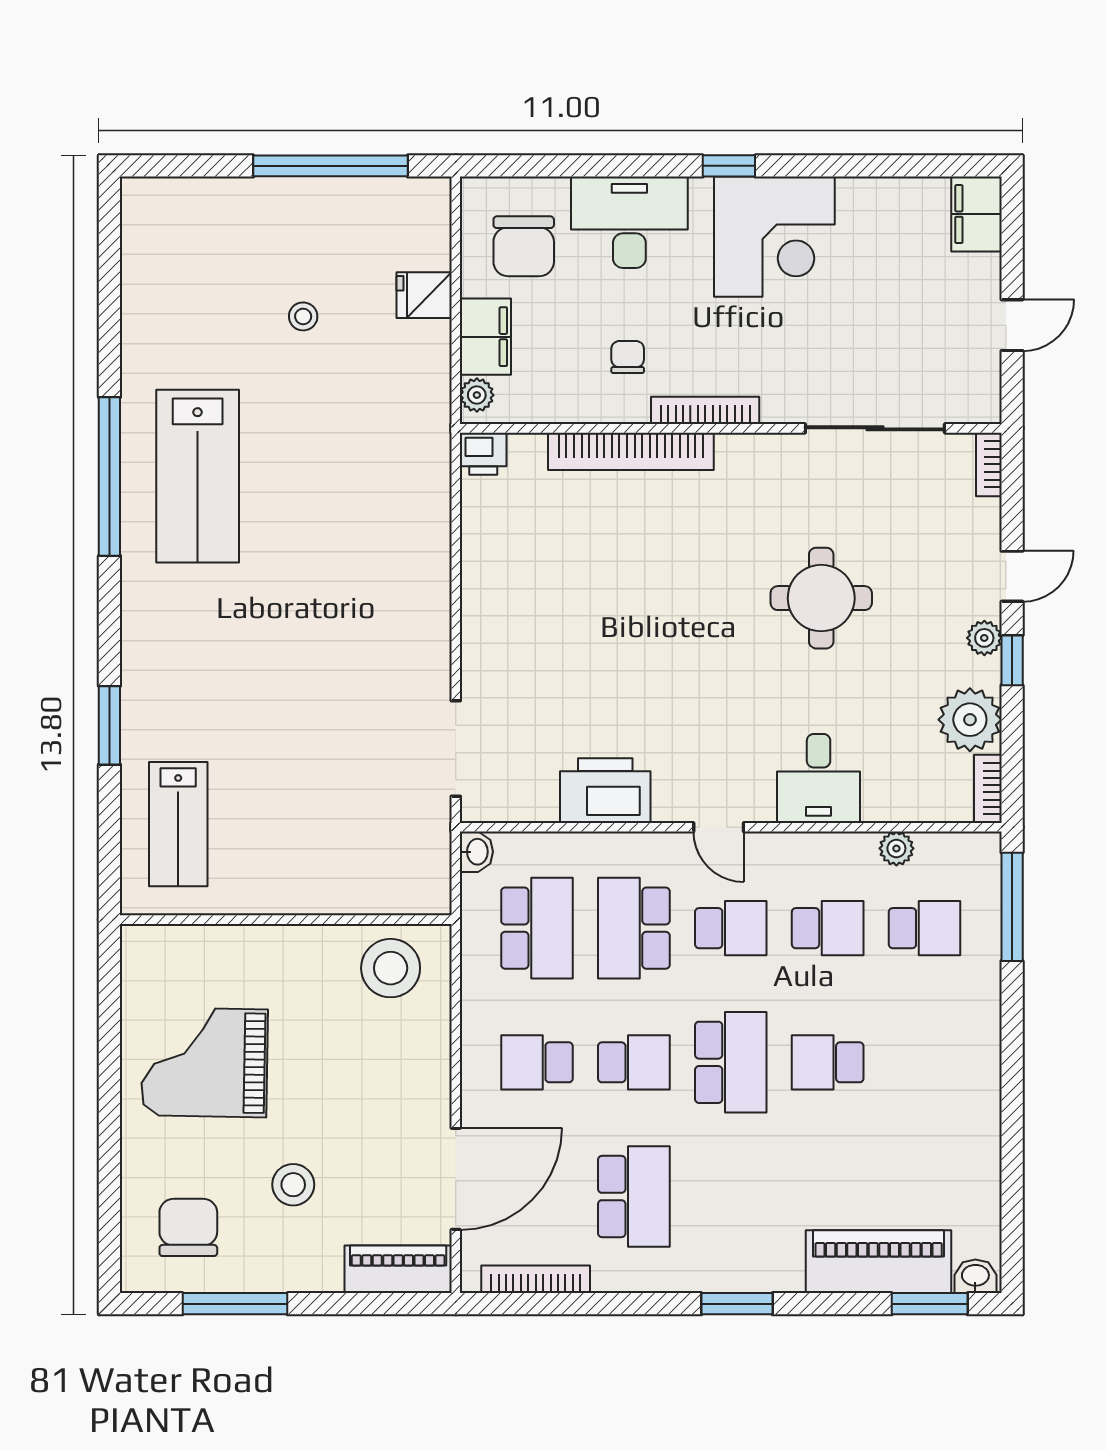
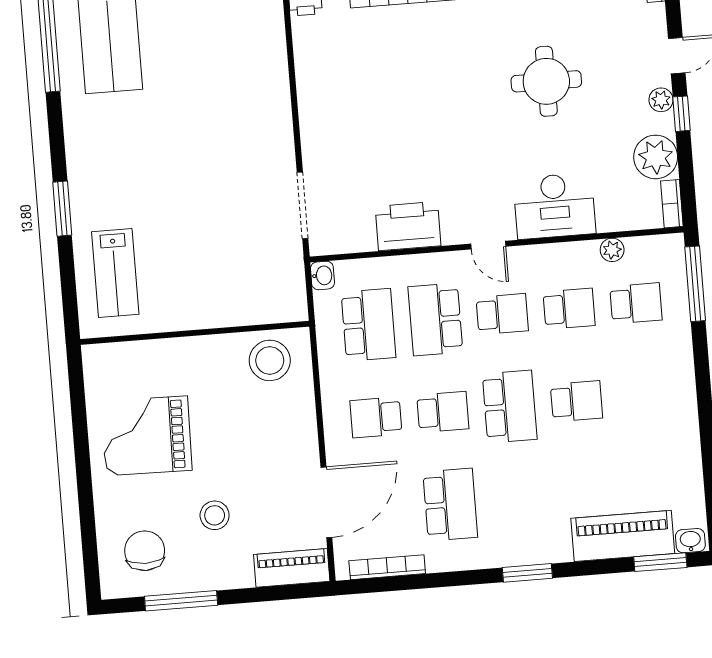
desk: (819, 778) -> (554, 206), width x1.37
school desk: (828, 1062) -> (577, 401), turned 180

